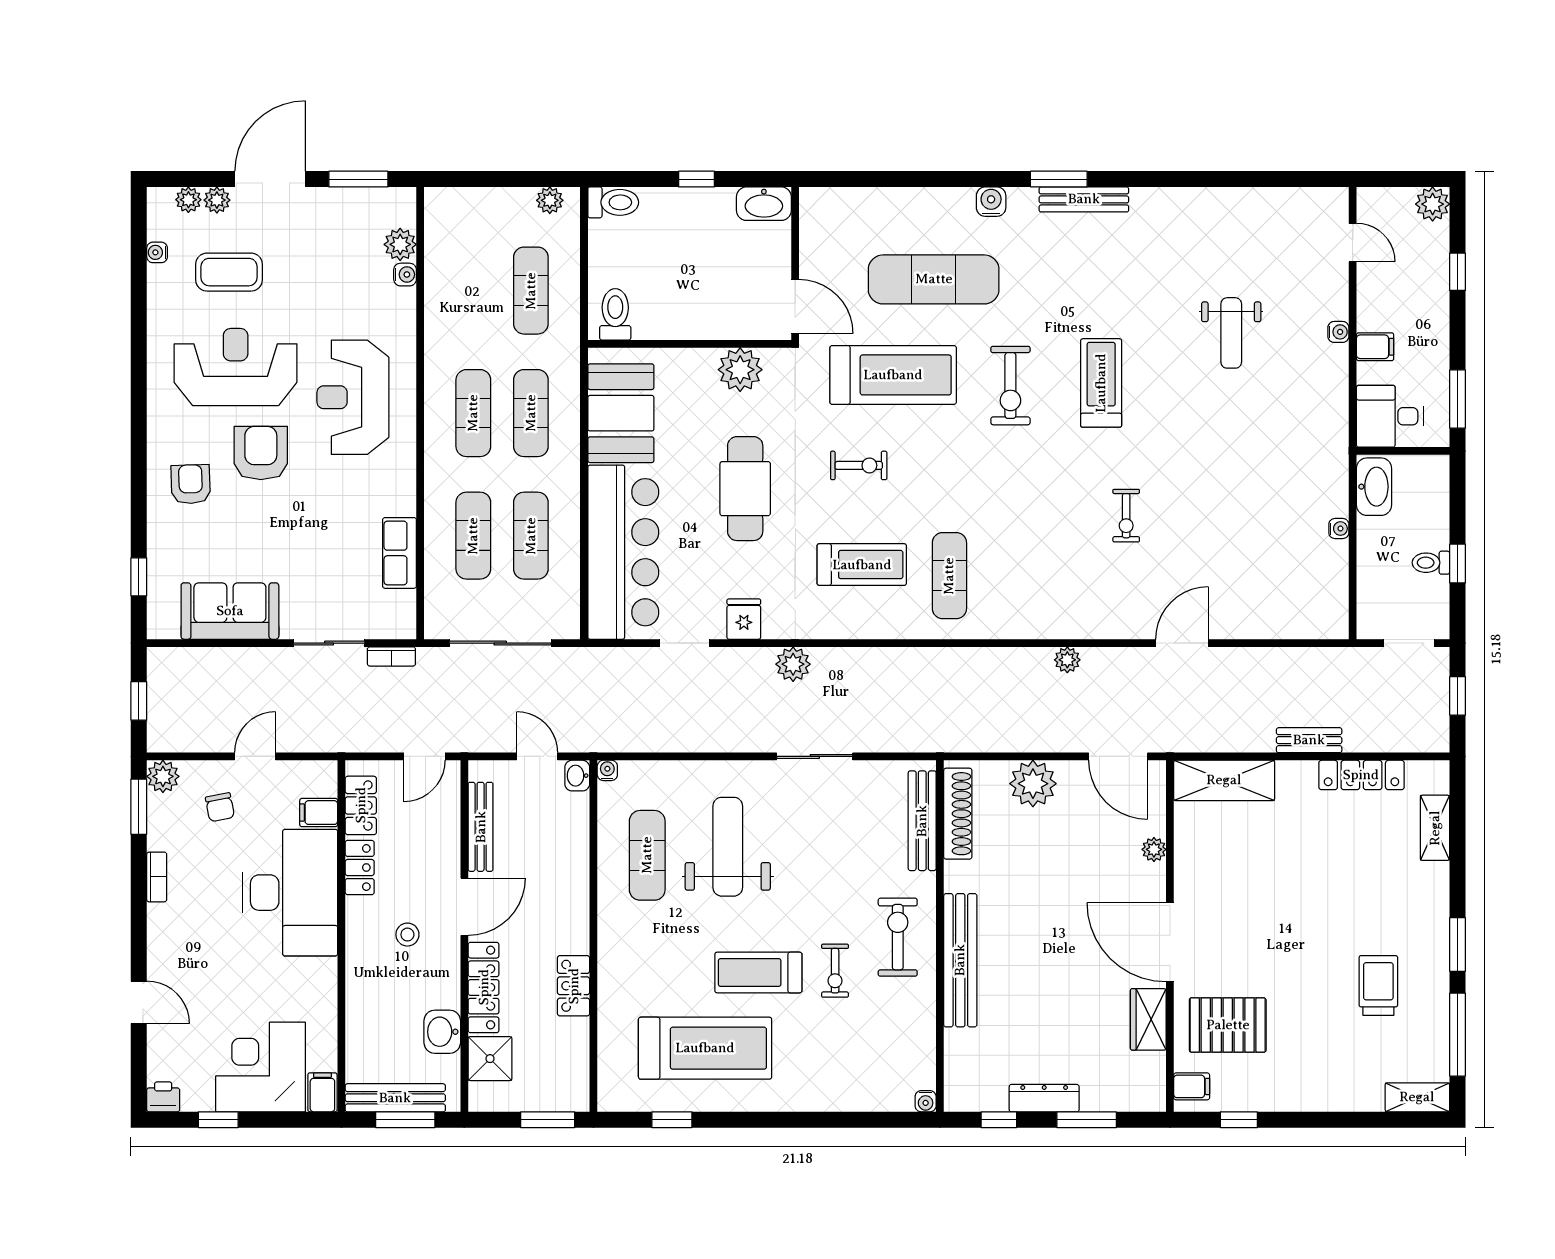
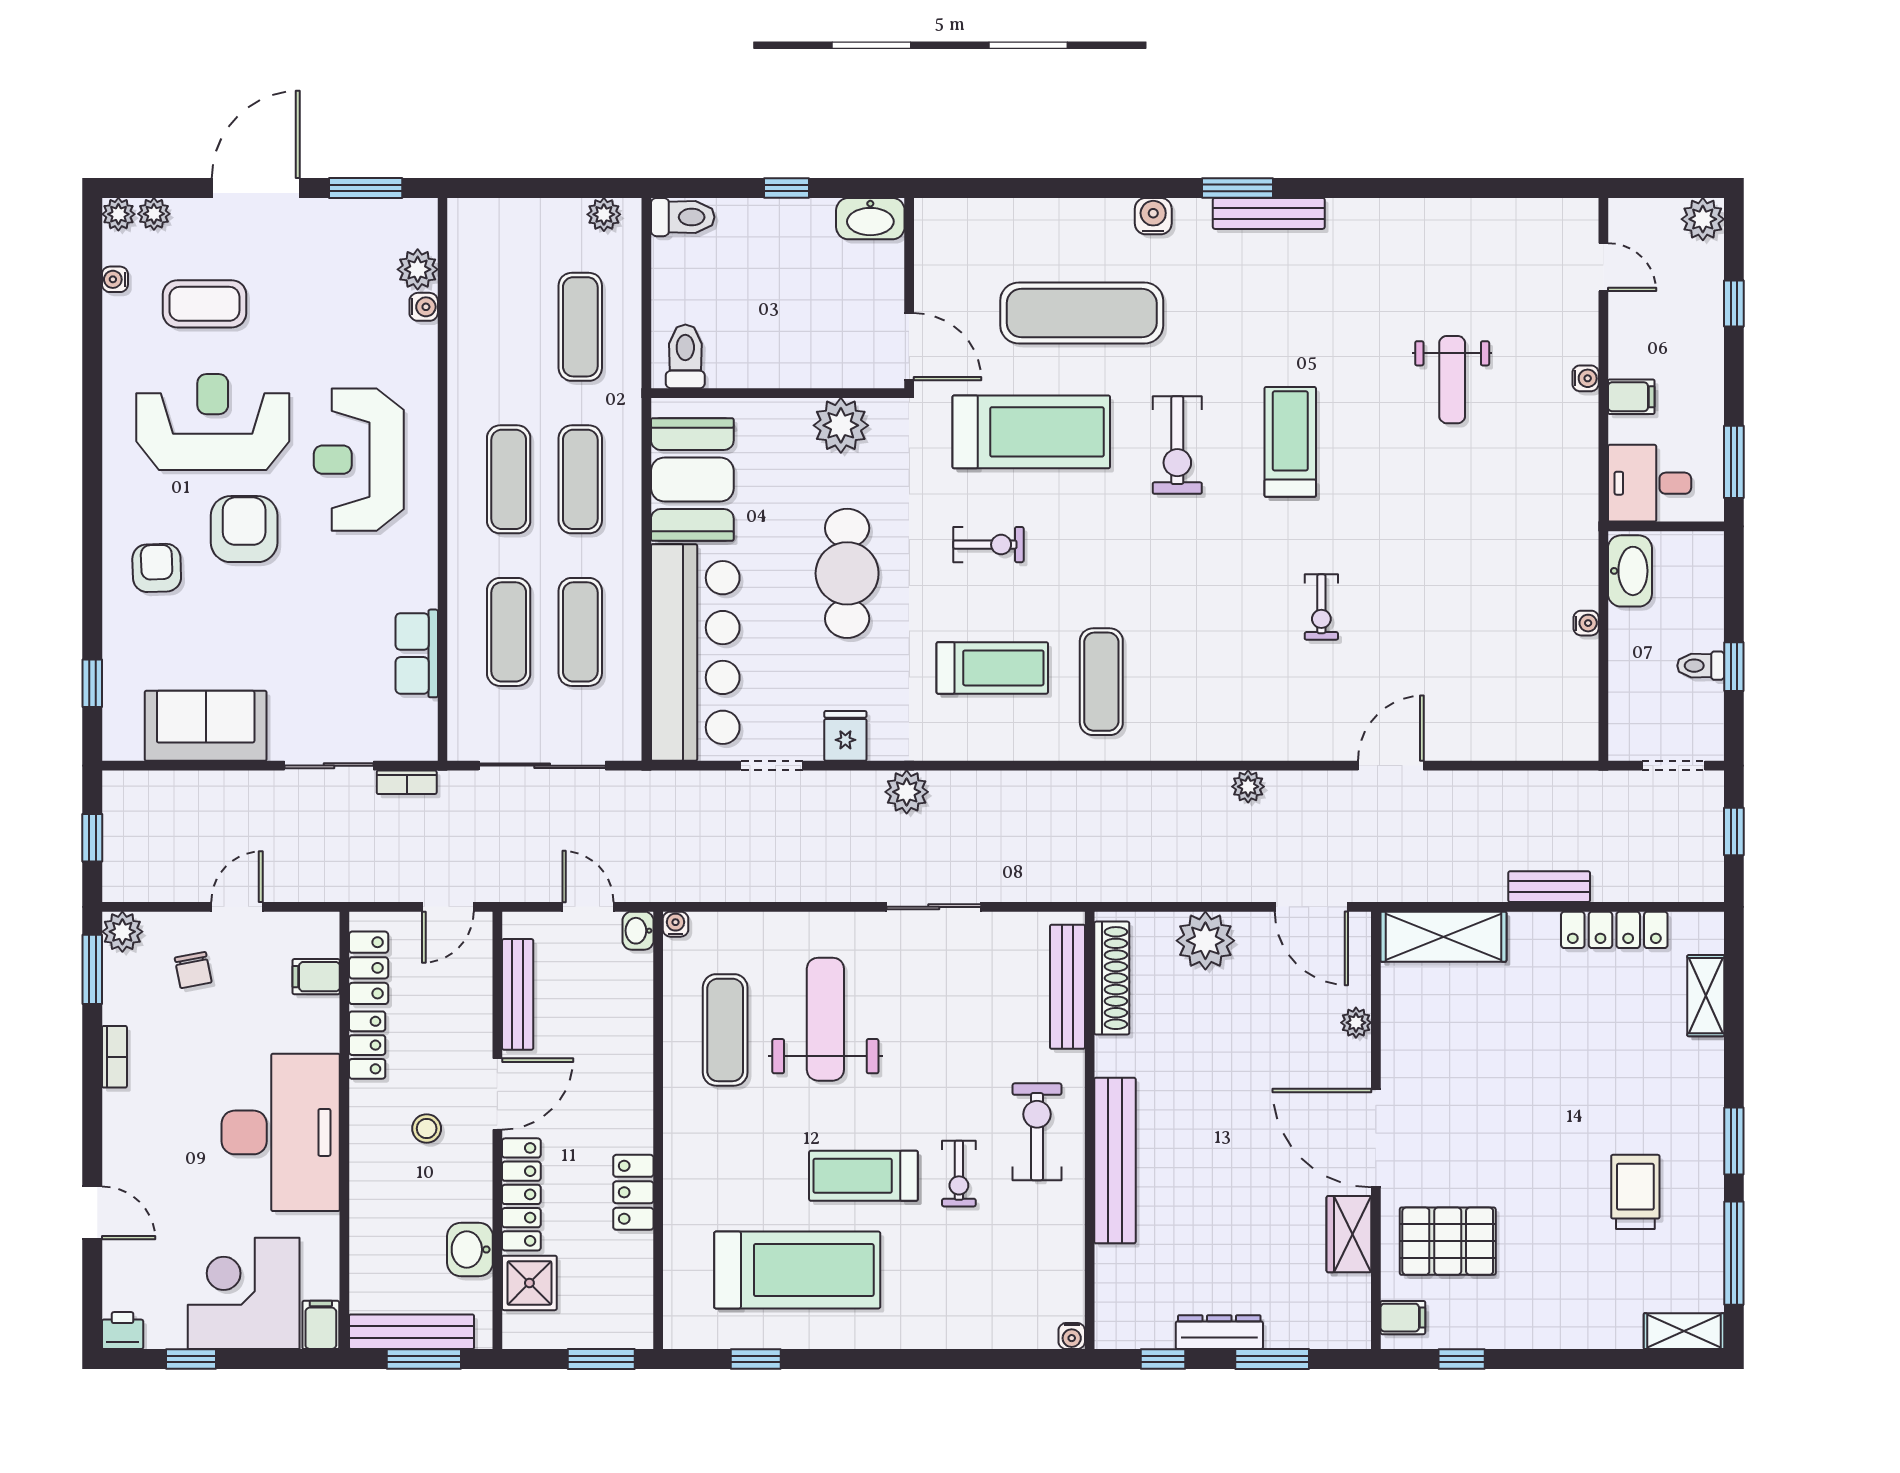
plant: (217, 200) -> (118, 214), moved
desk: (290, 893) -> (281, 1132), moved

